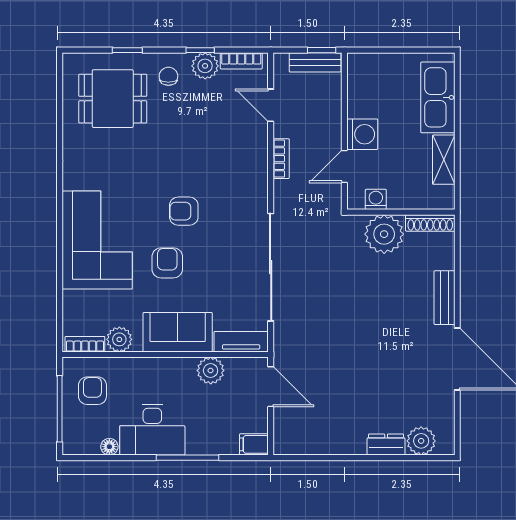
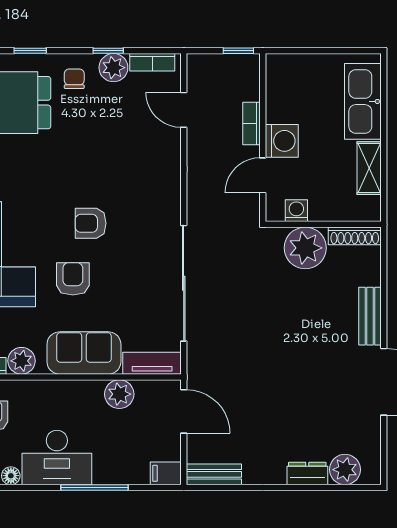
bench: (315, 62) -> (214, 474), moved
bookcase: (281, 159) -> (251, 124), moved, turned 180

